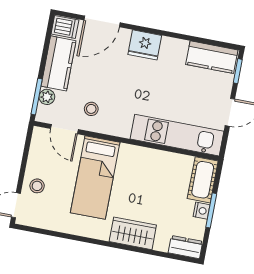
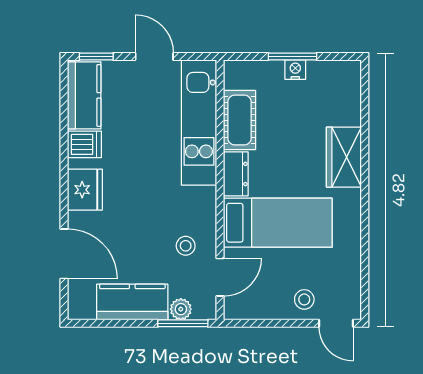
dishwasher: (65, 27) -> (84, 144), moved, turned 90
cot: (203, 180) -> (240, 120), moved, turned 90
dresser: (186, 247) -> (236, 174), moved, turned 180

